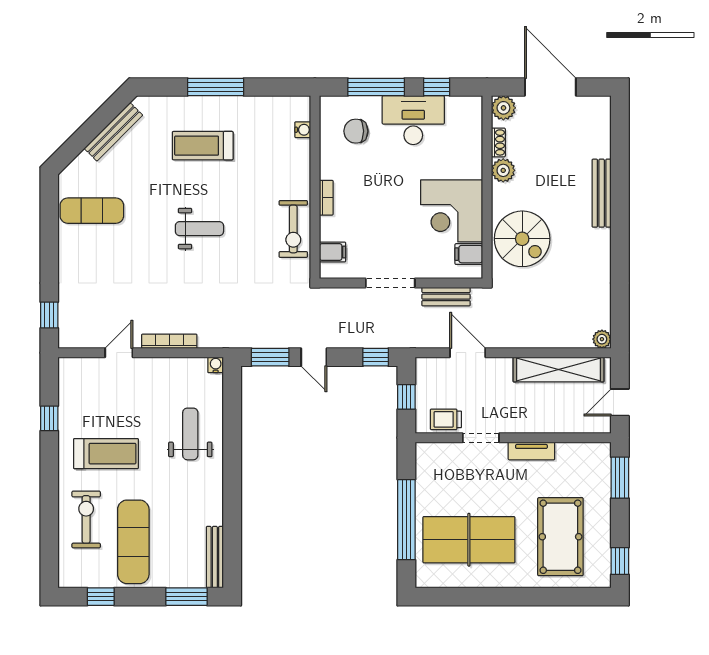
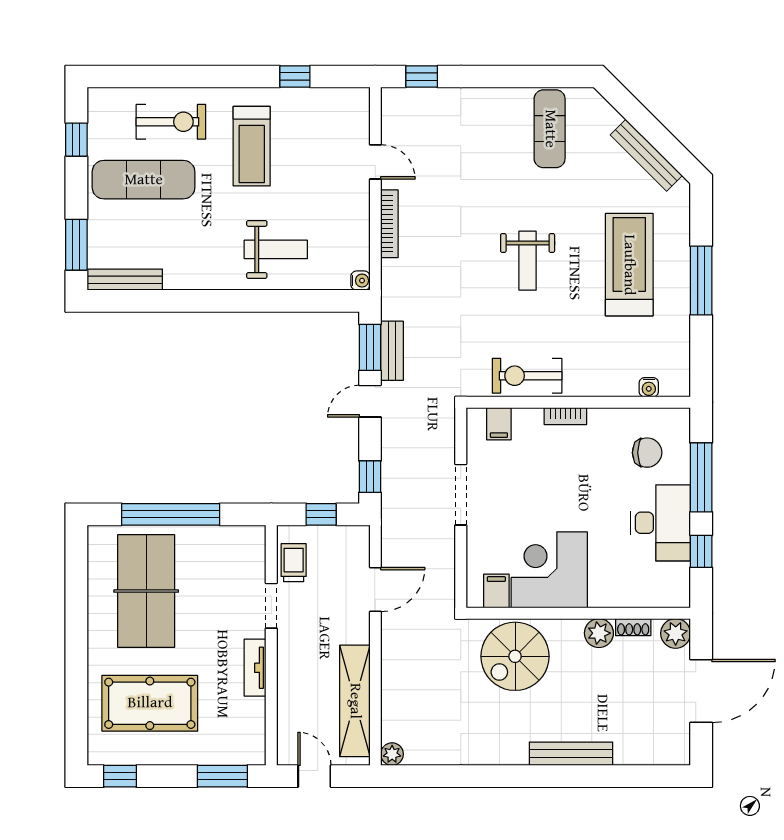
chair: (356, 131) -> (647, 453), turned 90
treadmill: (203, 146) -> (629, 265), width x1.37, depth x1.38
bench: (446, 297) -> (392, 351), moved

